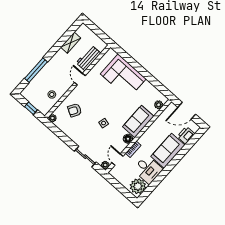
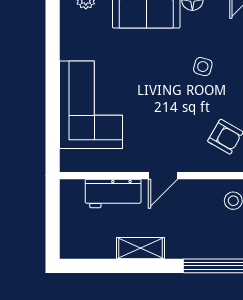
shelving: (71, 43) -> (140, 248), moved

